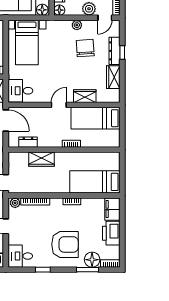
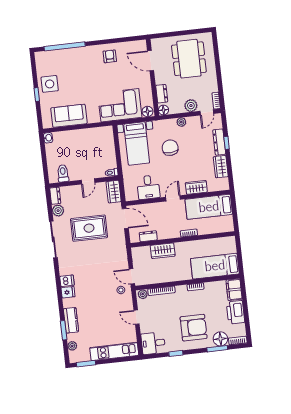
chair: (85, 48) -> (170, 148), moved
desk: (20, 91) -> (148, 187), moved, turned -90

